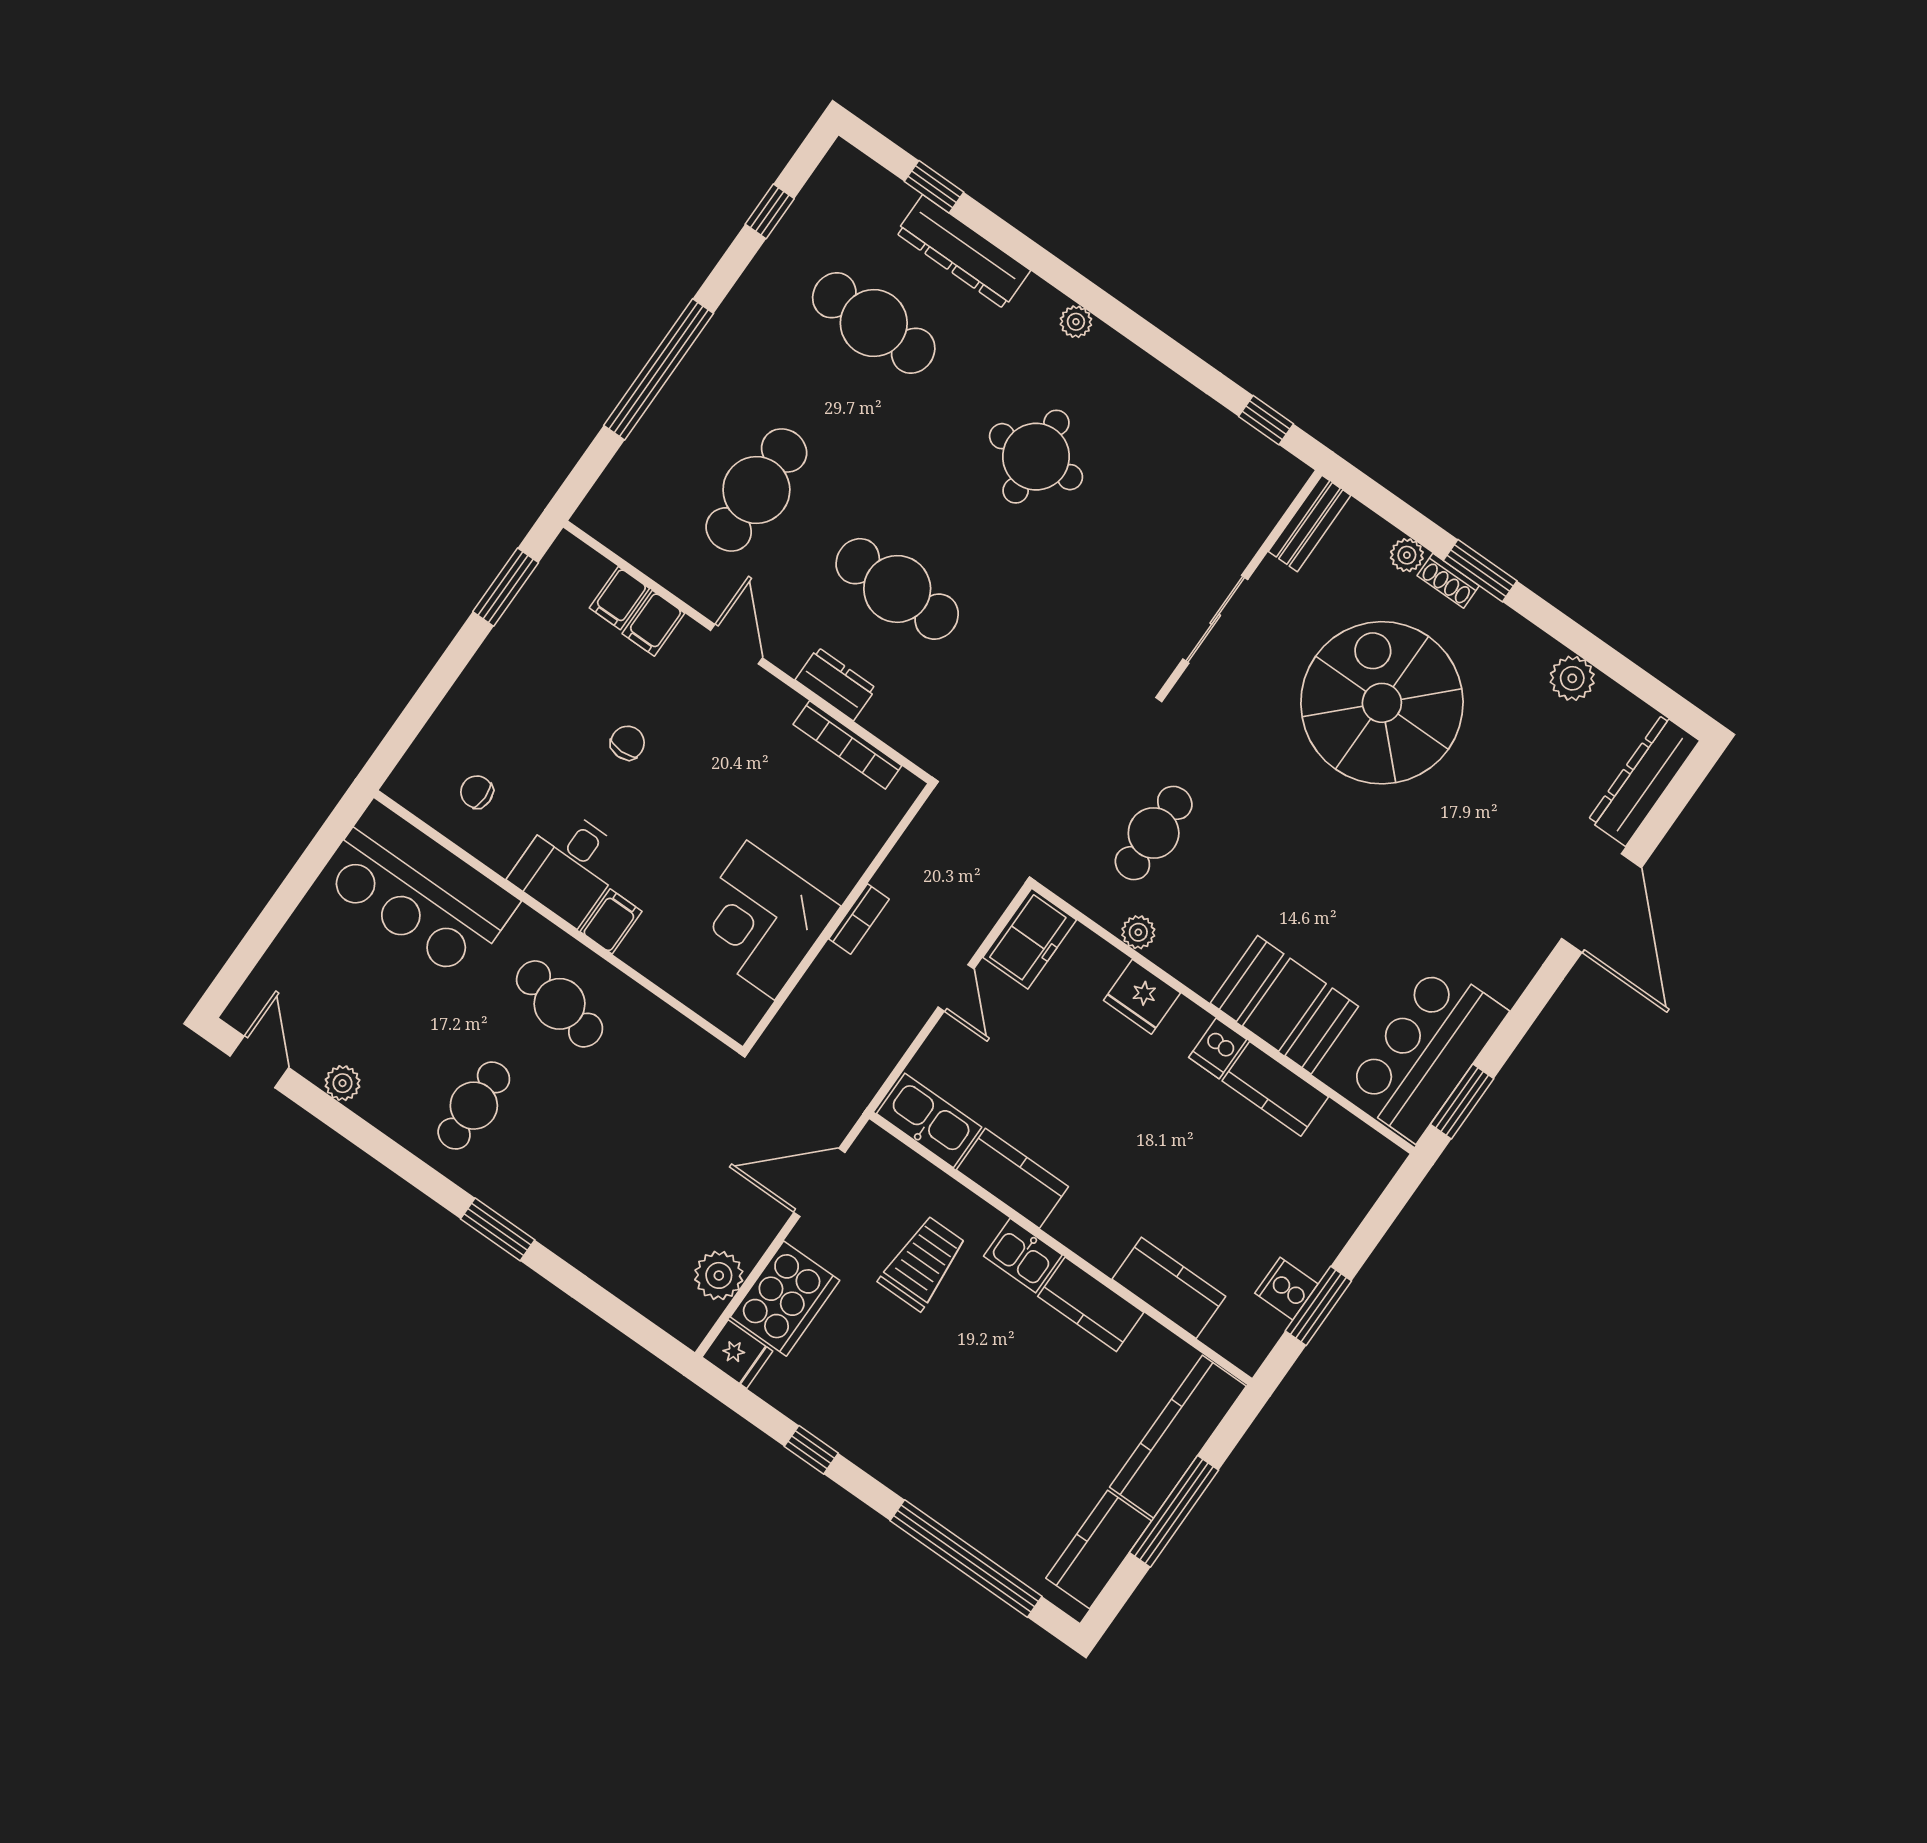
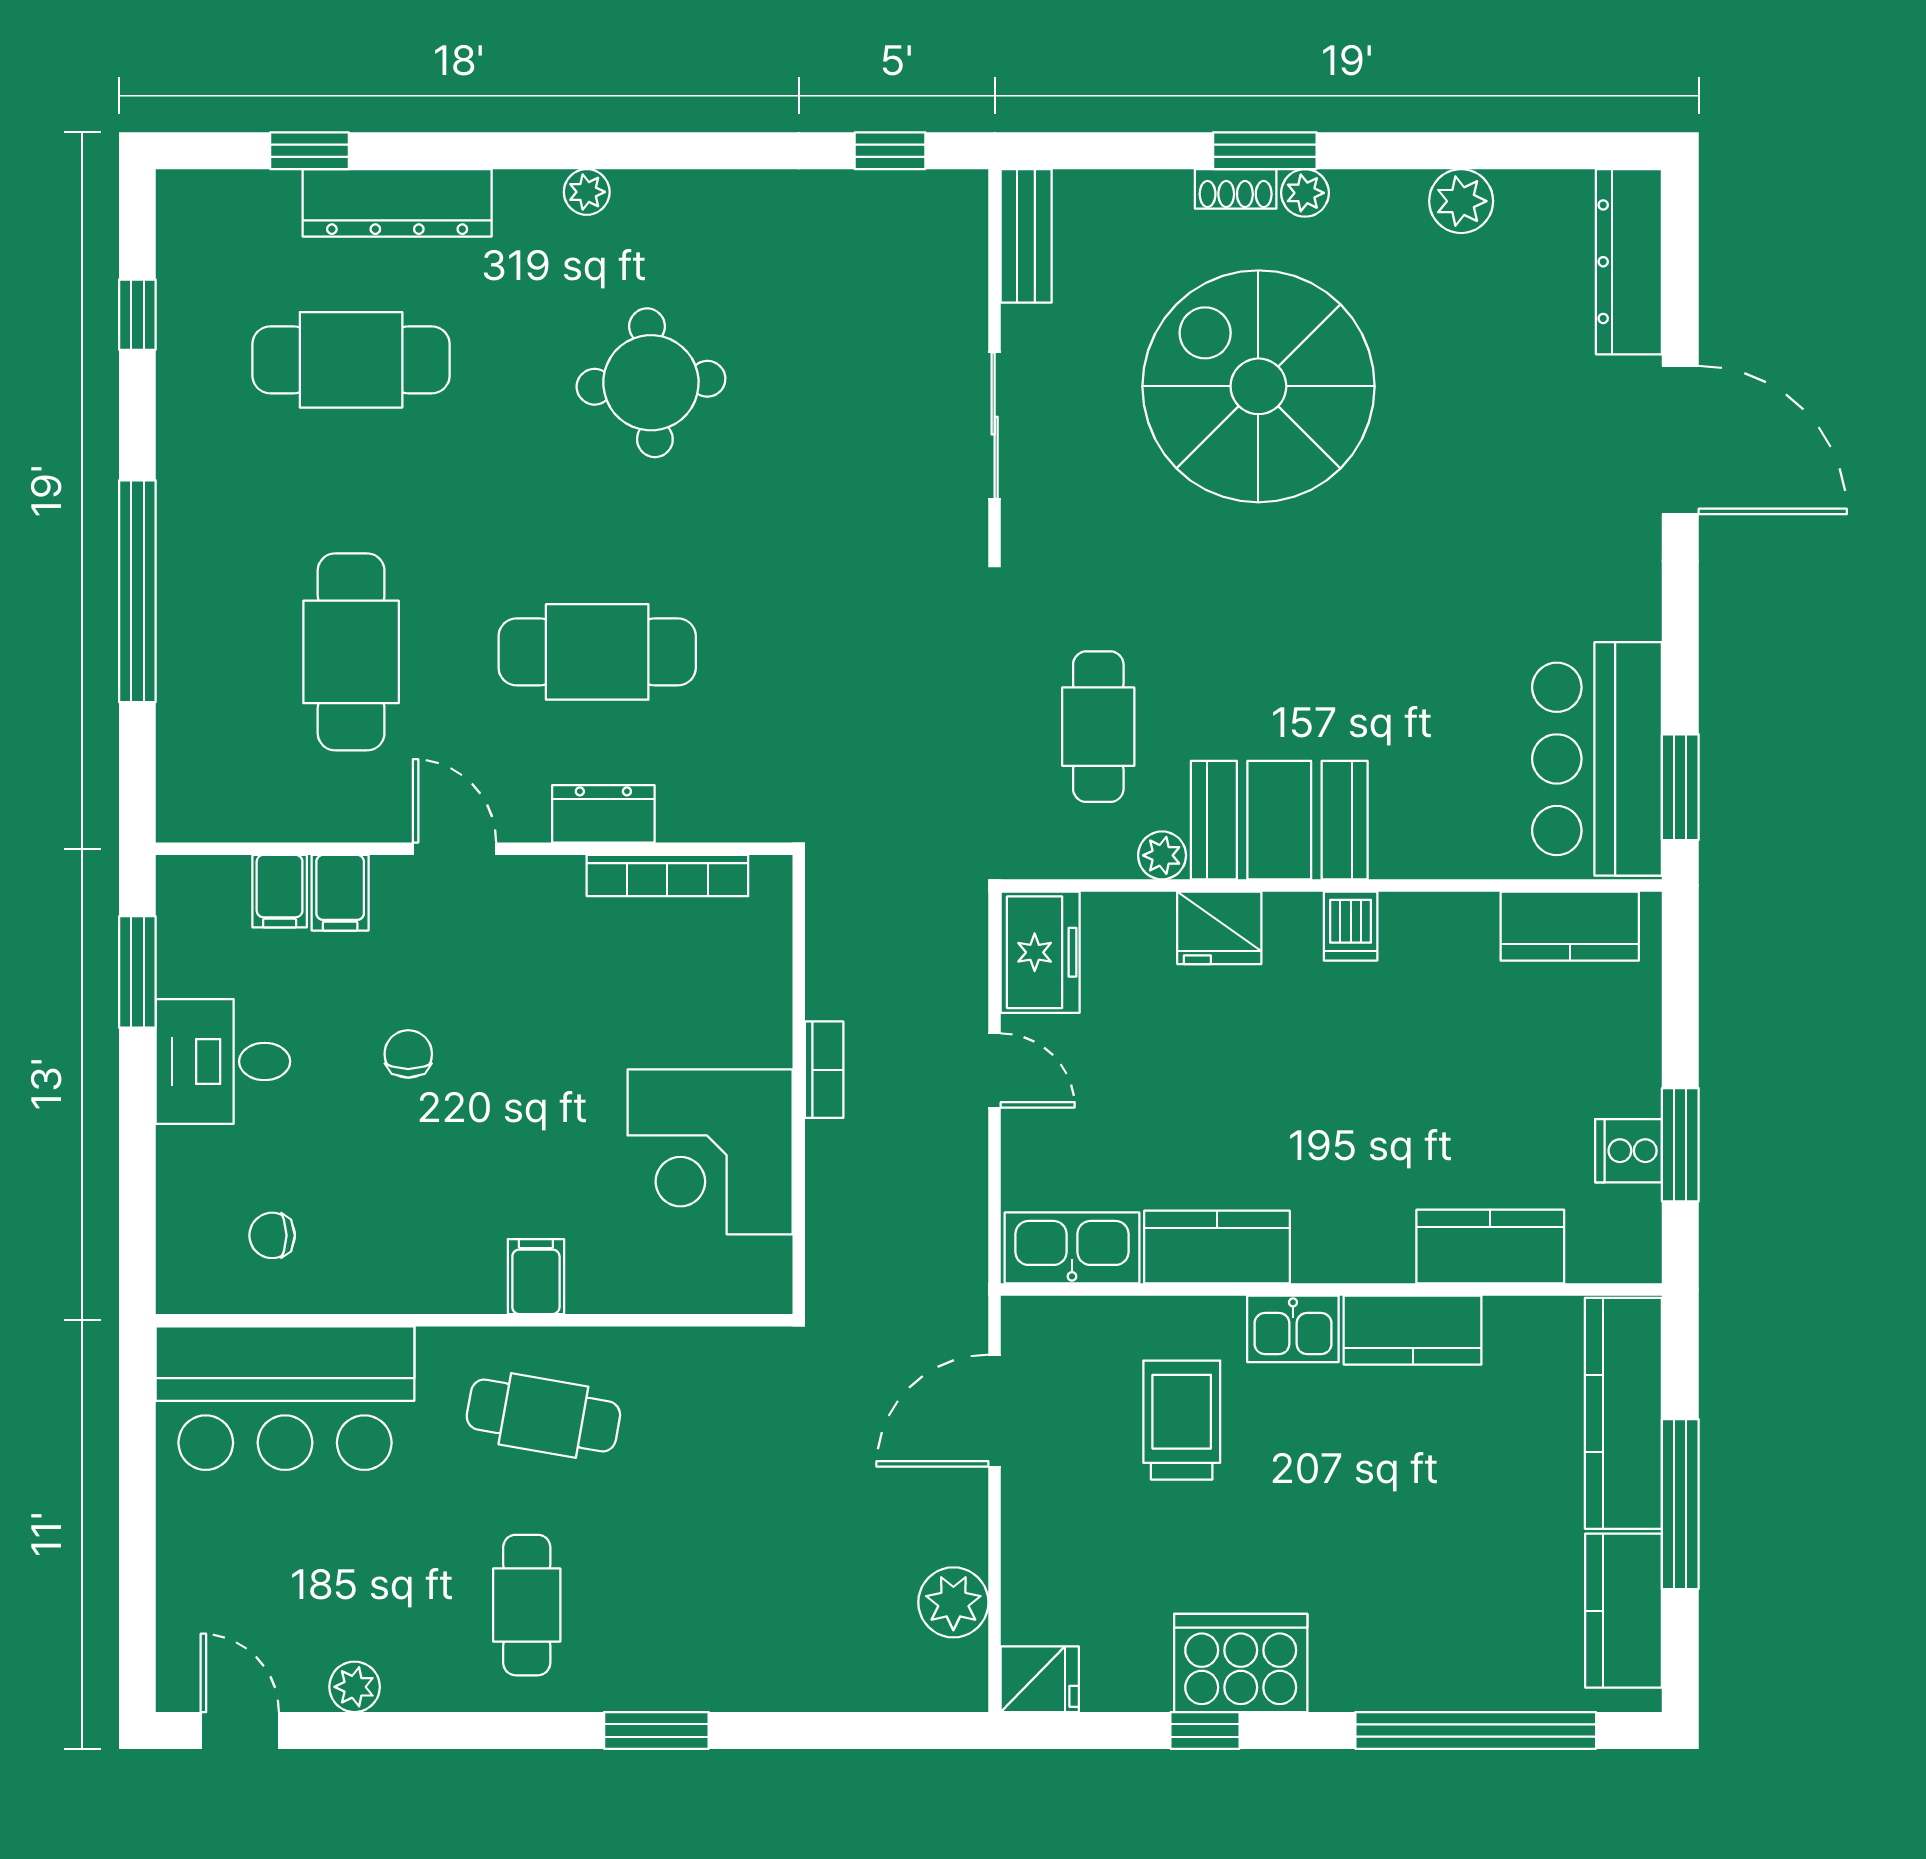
plant: (1407, 555) -> (1305, 193), moved
desk: (568, 866) -> (223, 1061), moved, turned 90
booth: (1284, 1005) -> (1279, 820), moved
kitchen counter: (1275, 1089) -> (1570, 926), moved
cooker: (785, 1299) -> (1241, 1663), moved, turned -90

